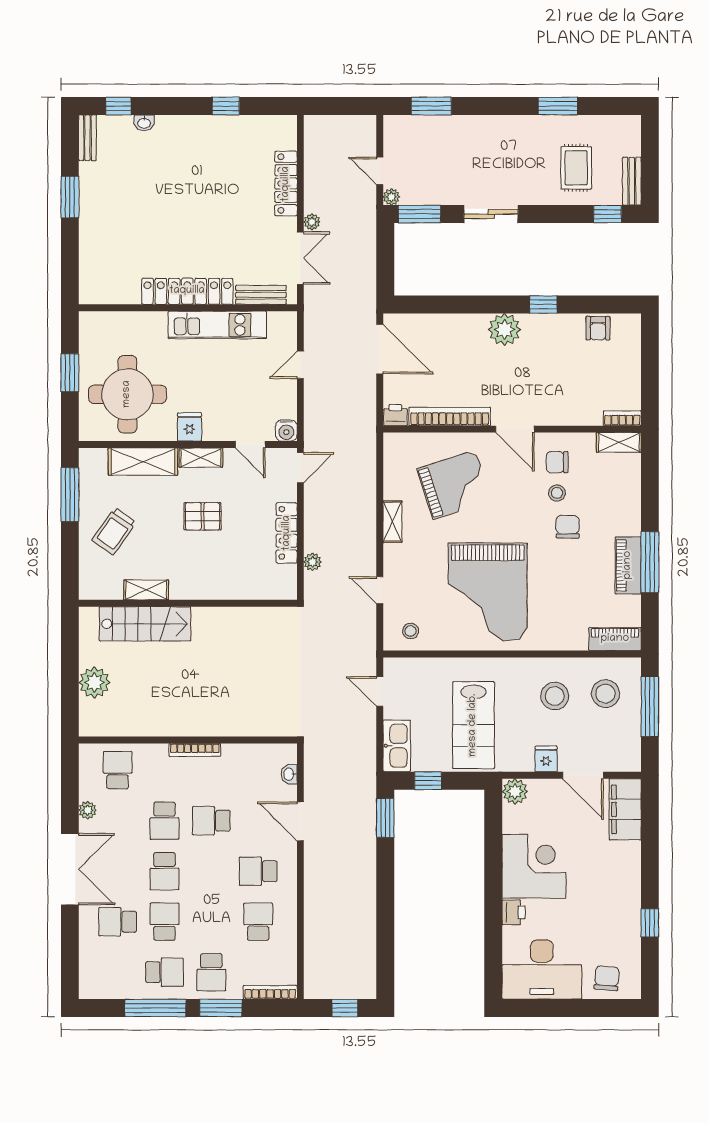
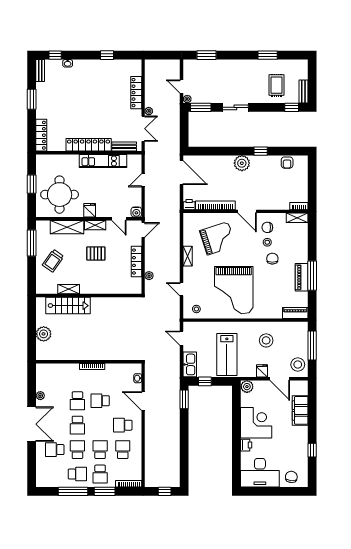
locker: (90, 271) -> (41, 135), added
stool: (605, 694) -> (298, 365), moved
school desk: (118, 770) -> (100, 450), moved
filing cabinet: (625, 809) -> (300, 410), moved

